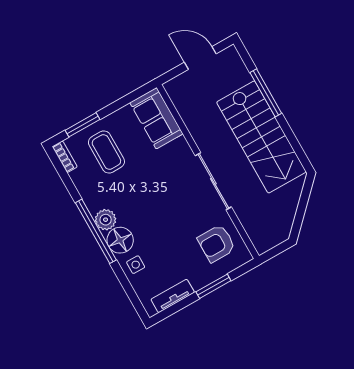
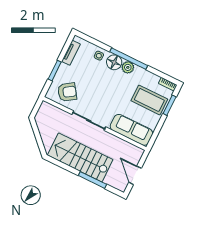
door: (200, 58) -> (135, 175), swing flipped
sofa: (156, 118) -> (131, 130), width x1.36
coffee table: (106, 152) -> (149, 100), width x1.36, depth x1.32
armchair: (216, 243) -> (67, 92), turned 56

